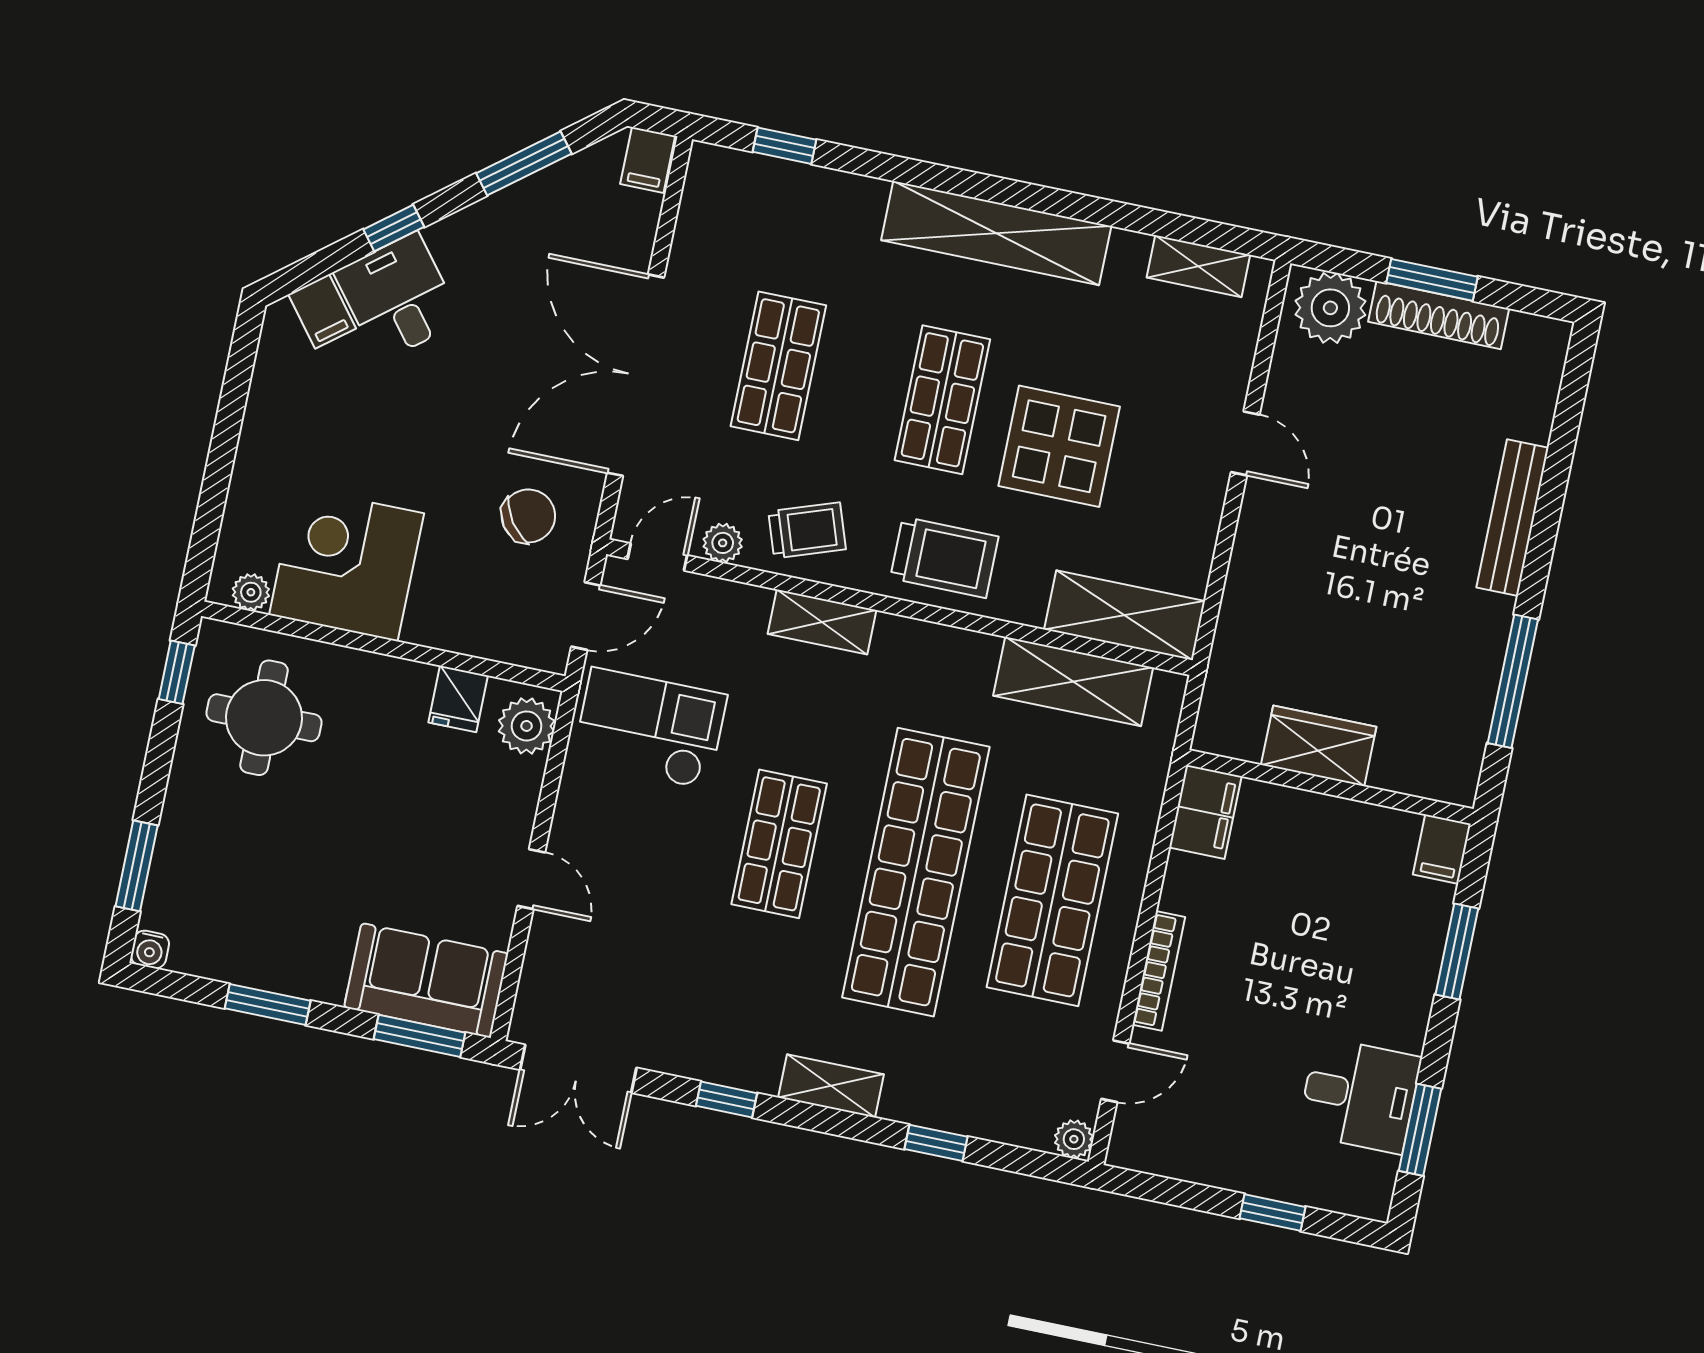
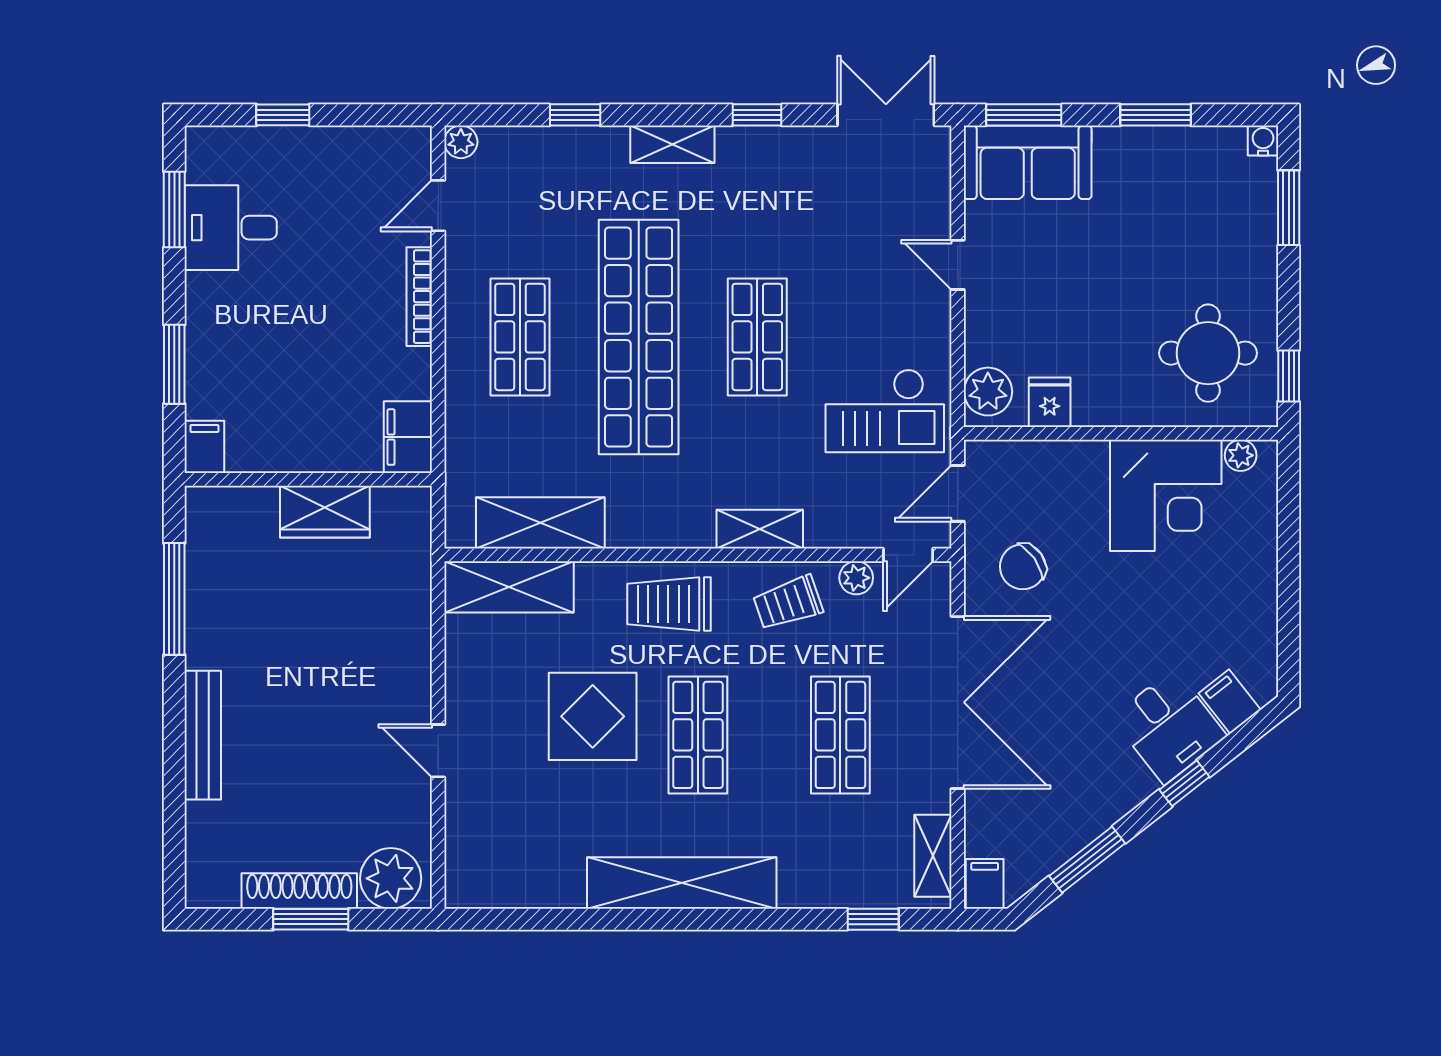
shelving: (1198, 266) -> (933, 856), moved, turned 90
shop shelf: (1052, 900) -> (520, 337), width x0.70, depth x0.74

